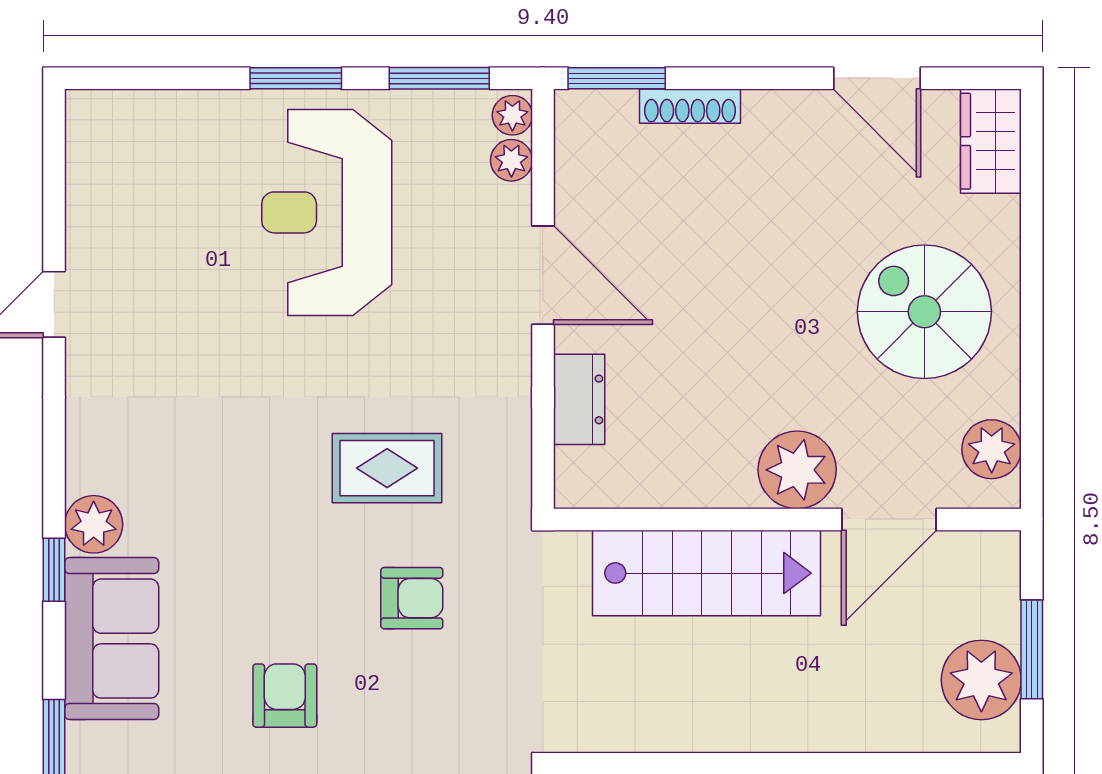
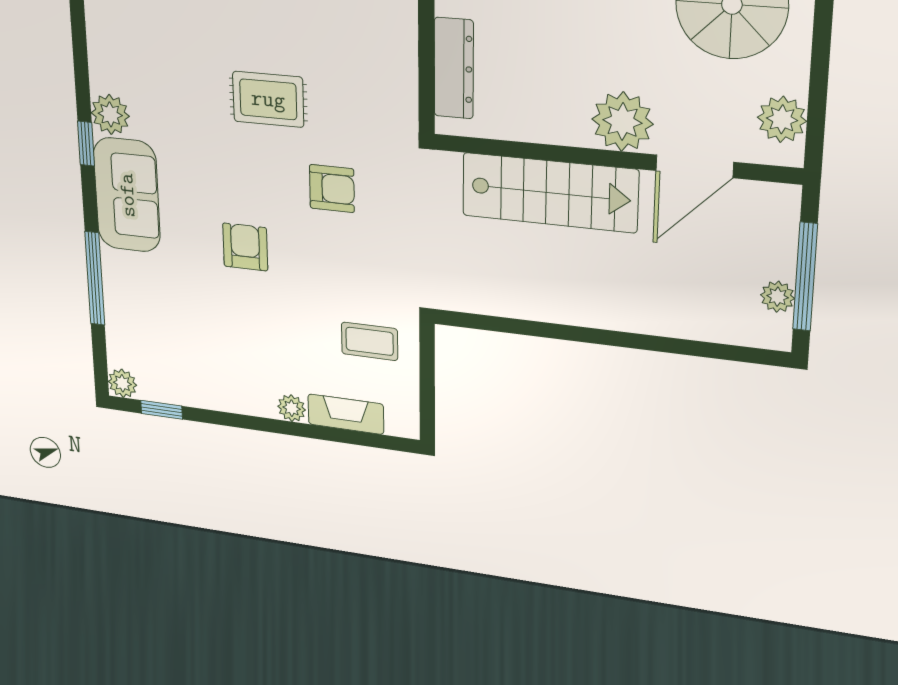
dresser: (579, 399) -> (454, 68), width x1.44
rug: (387, 468) -> (268, 99), moved
window: (1032, 649) -> (805, 277), width x1.44
plant: (981, 680) -> (778, 297), width x0.53, depth x0.53

